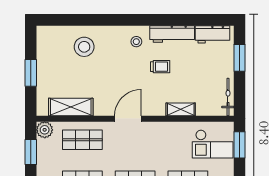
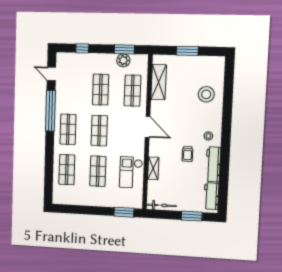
plant: (45, 130) -> (123, 60), moved
checkout: (213, 144) -> (131, 172), moved

